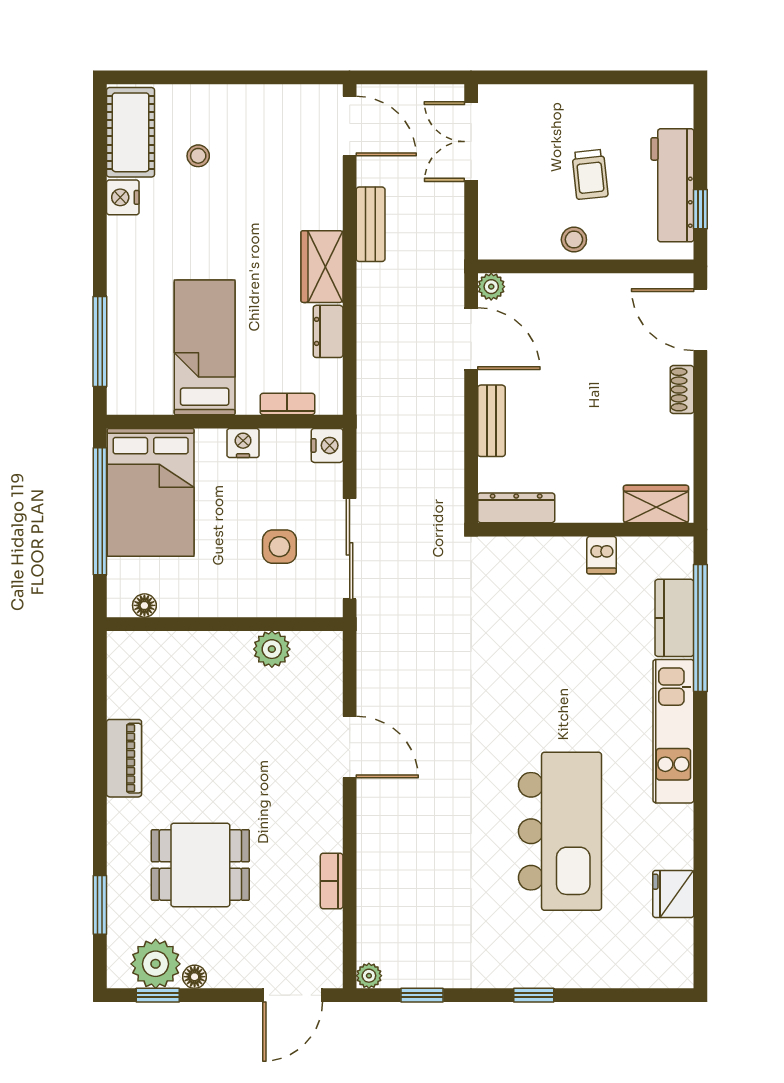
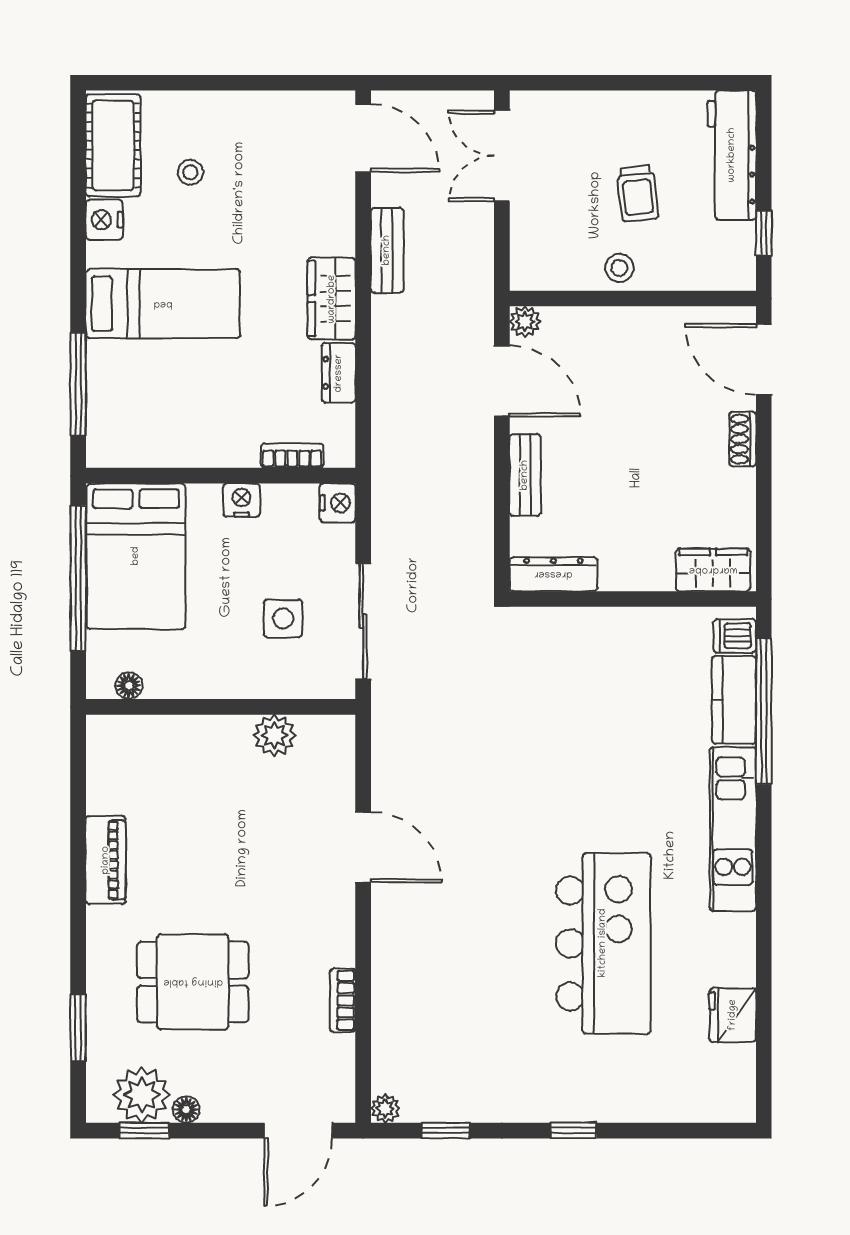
workbench: (672, 185) -> (732, 155), moved
bed: (205, 347) -> (163, 304), moved, turned 90
dishwasher: (602, 555) -> (735, 636), moved, turned 90

